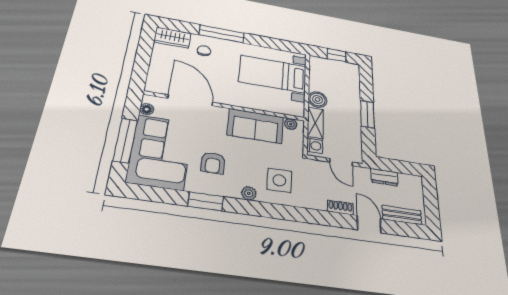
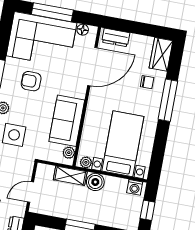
dresser: (155, 77) -> (116, 37), added
plant: (298, 108) -> (86, 162), added
washing machine: (315, 146) -> (135, 187), moved

